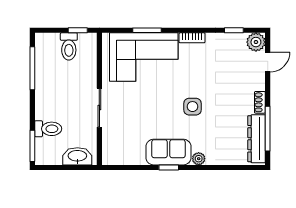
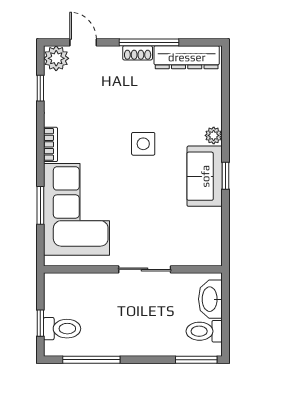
window: (78, 30) -> (40, 323), moved
toilet: (69, 46) -> (62, 329), moved
toilet: (48, 129) -> (204, 331), moved, turned -90
window: (268, 129) -> (149, 42), moved

